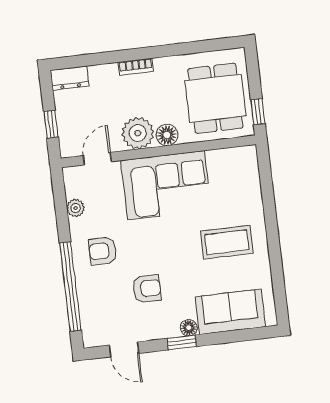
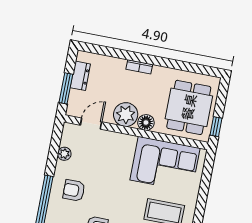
dresser: (70, 78) -> (80, 76), moved, turned -90
window: (51, 124) -> (66, 88), width x1.50
corner sofa: (166, 185) -> (165, 164), moved

